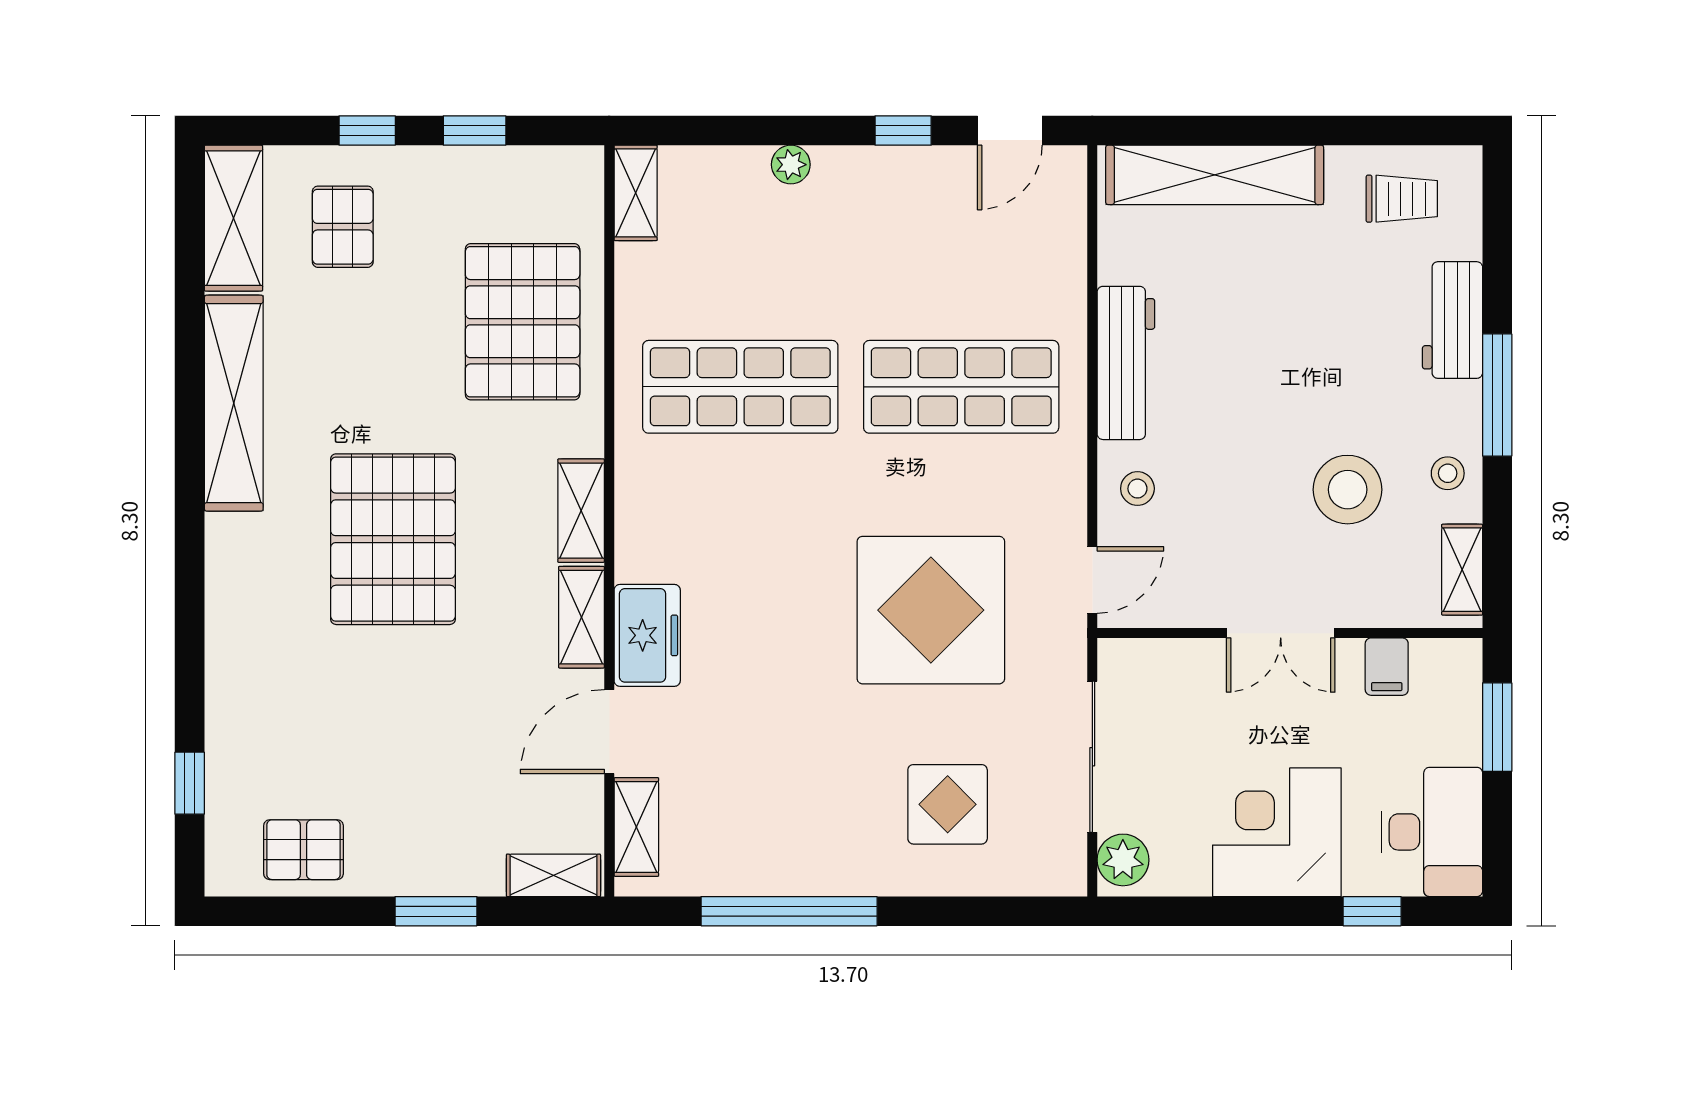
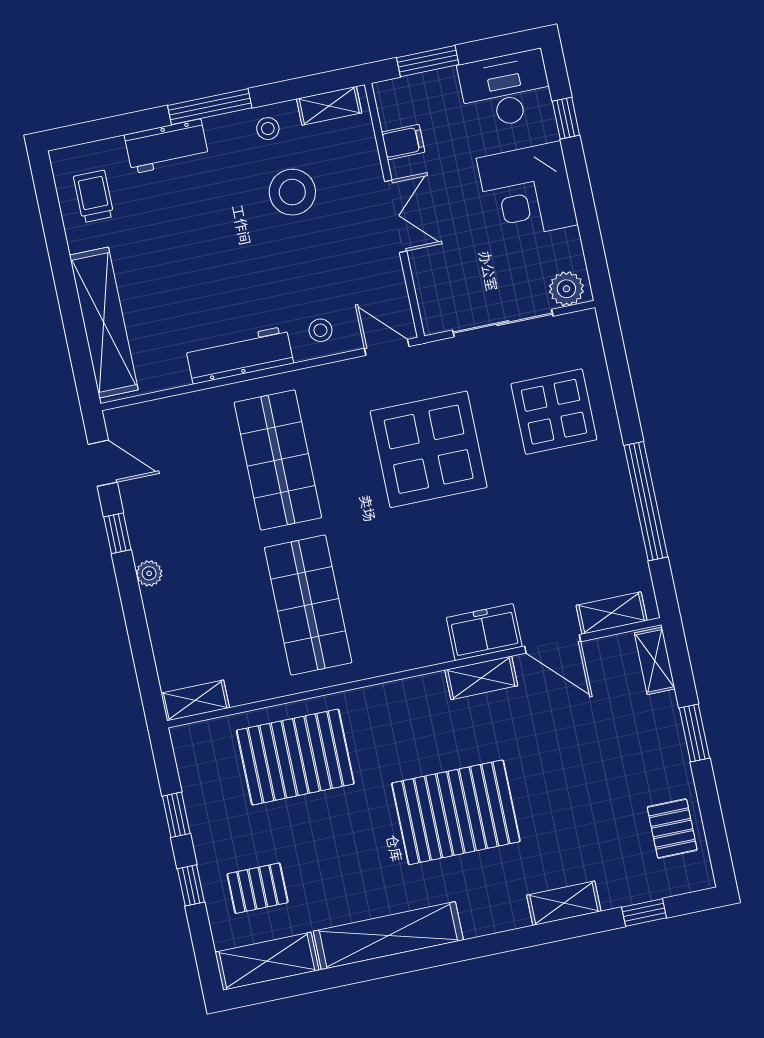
plant: (791, 165) -> (149, 573), moved
shelving: (581, 511) -> (564, 903), moved
display table: (948, 804) -> (554, 412), width x1.36, depth x1.36

